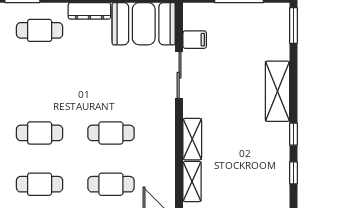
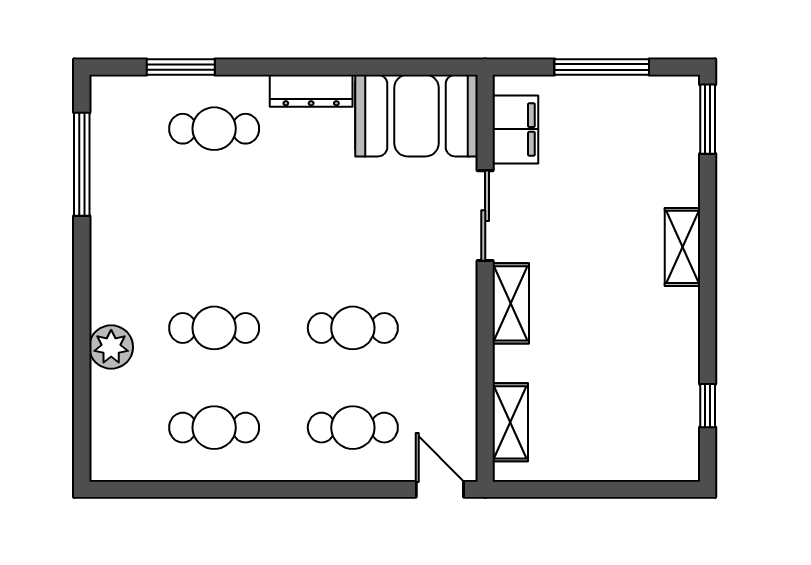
filing cabinet: (195, 40) -> (515, 129), width x2.00
shelving: (278, 91) -> (683, 247), width x0.67, depth x0.75
window: (293, 134) -> (708, 330), removed
shelving: (192, 139) -> (511, 303), moved

